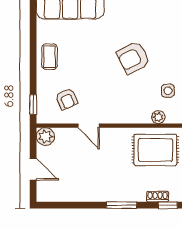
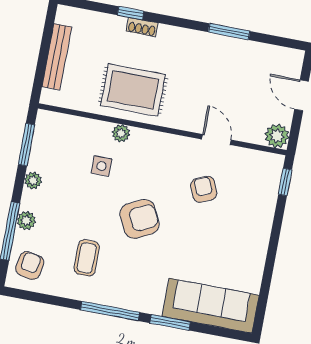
coffee table: (50, 57) -> (87, 258), moved
armchair: (67, 99) -> (204, 189), moved
window: (122, 205) -> (229, 32), moved

